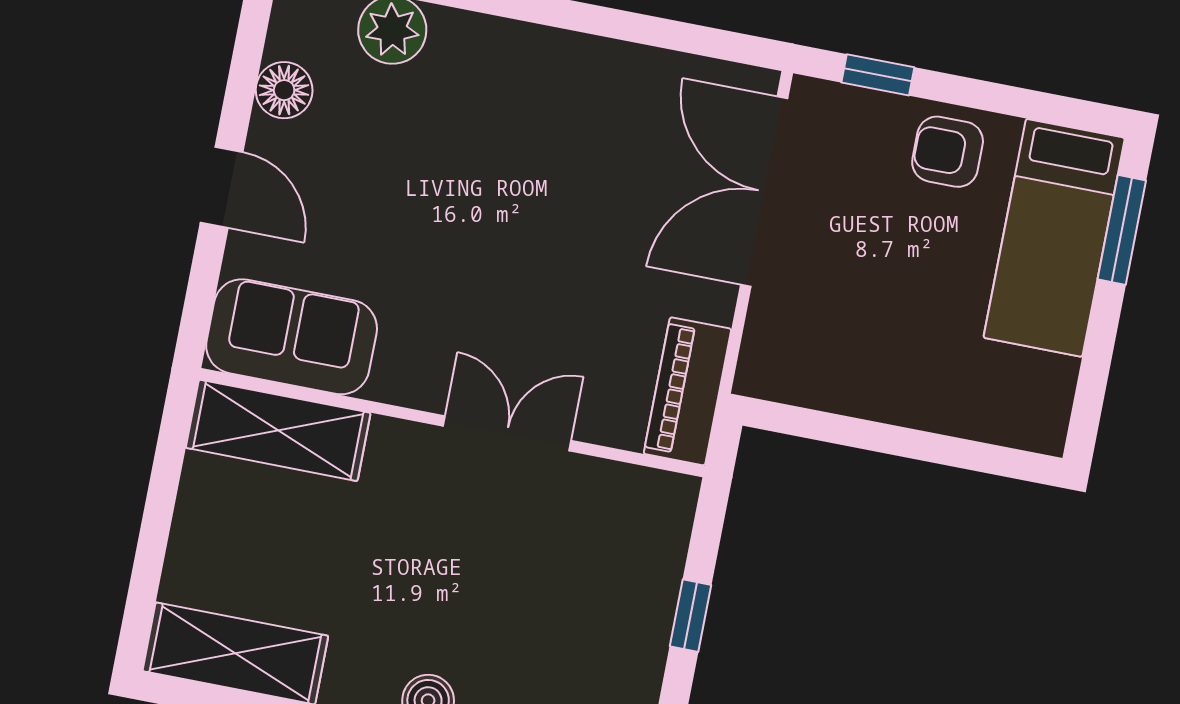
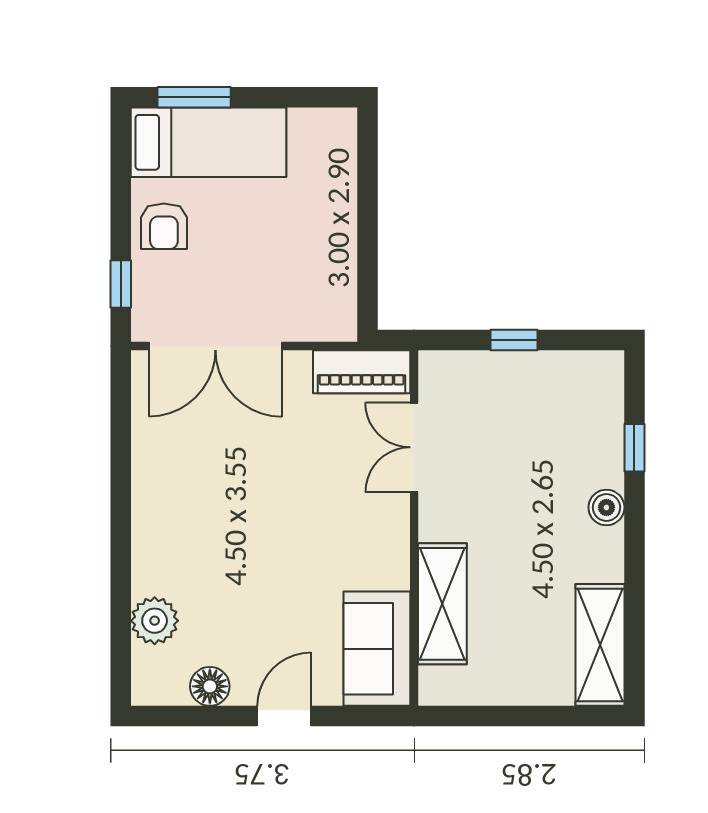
shelving: (278, 430) -> (442, 604), moved
double door: (507, 433) -> (414, 447), moved

